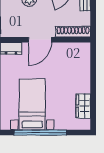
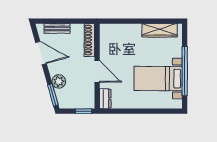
wardrobe: (83, 106) -> (160, 30), width x1.50

